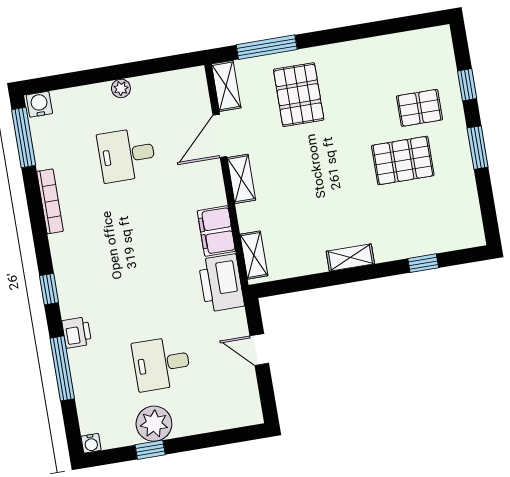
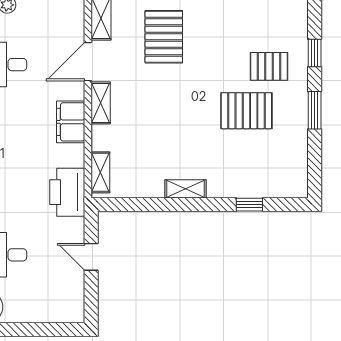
filing cabinet: (216, 231) -> (71, 122), moved

